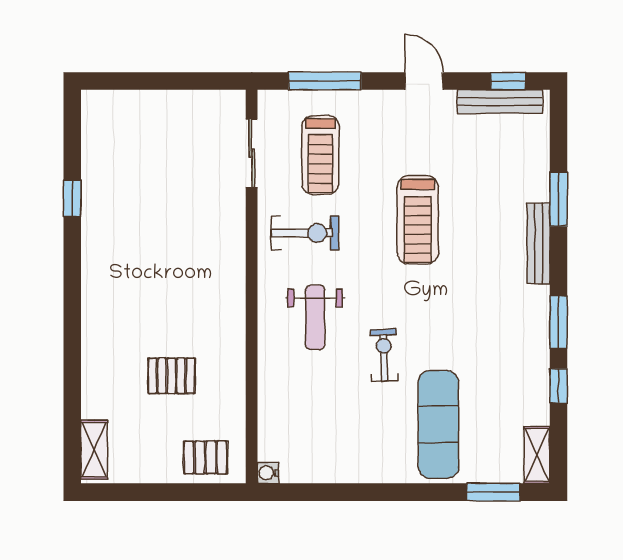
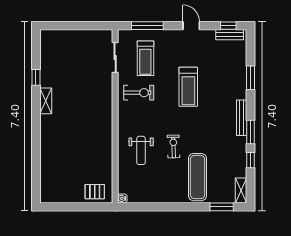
bench: (500, 102) -> (230, 35), width x0.73
bench: (538, 243) -> (242, 118), moved
weight bench: (315, 317) -> (141, 150), moved
pallet: (171, 376) -> (80, 156), removed
shelving: (94, 450) -> (46, 101), moved

